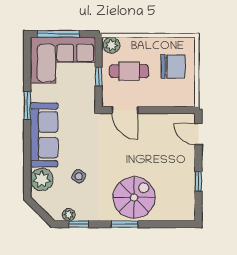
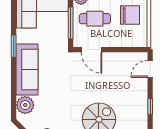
window: (99, 77) -> (71, 23), width x2.17
door: (198, 134) -> (150, 69), hinge flipped
side table: (79, 176) -> (55, 102), removed

